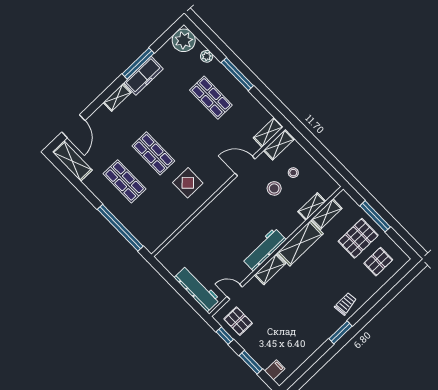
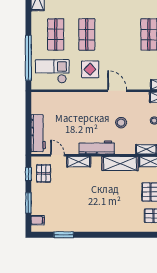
door: (245, 166) -> (117, 91), moved
stool: (274, 188) -> (121, 123), moved
checkout: (154, 219) -> (52, 71), added
shelving: (270, 269) -> (79, 162), moved
trolley: (346, 304) -> (113, 222), removed
window: (341, 332) -> (64, 235), moved

